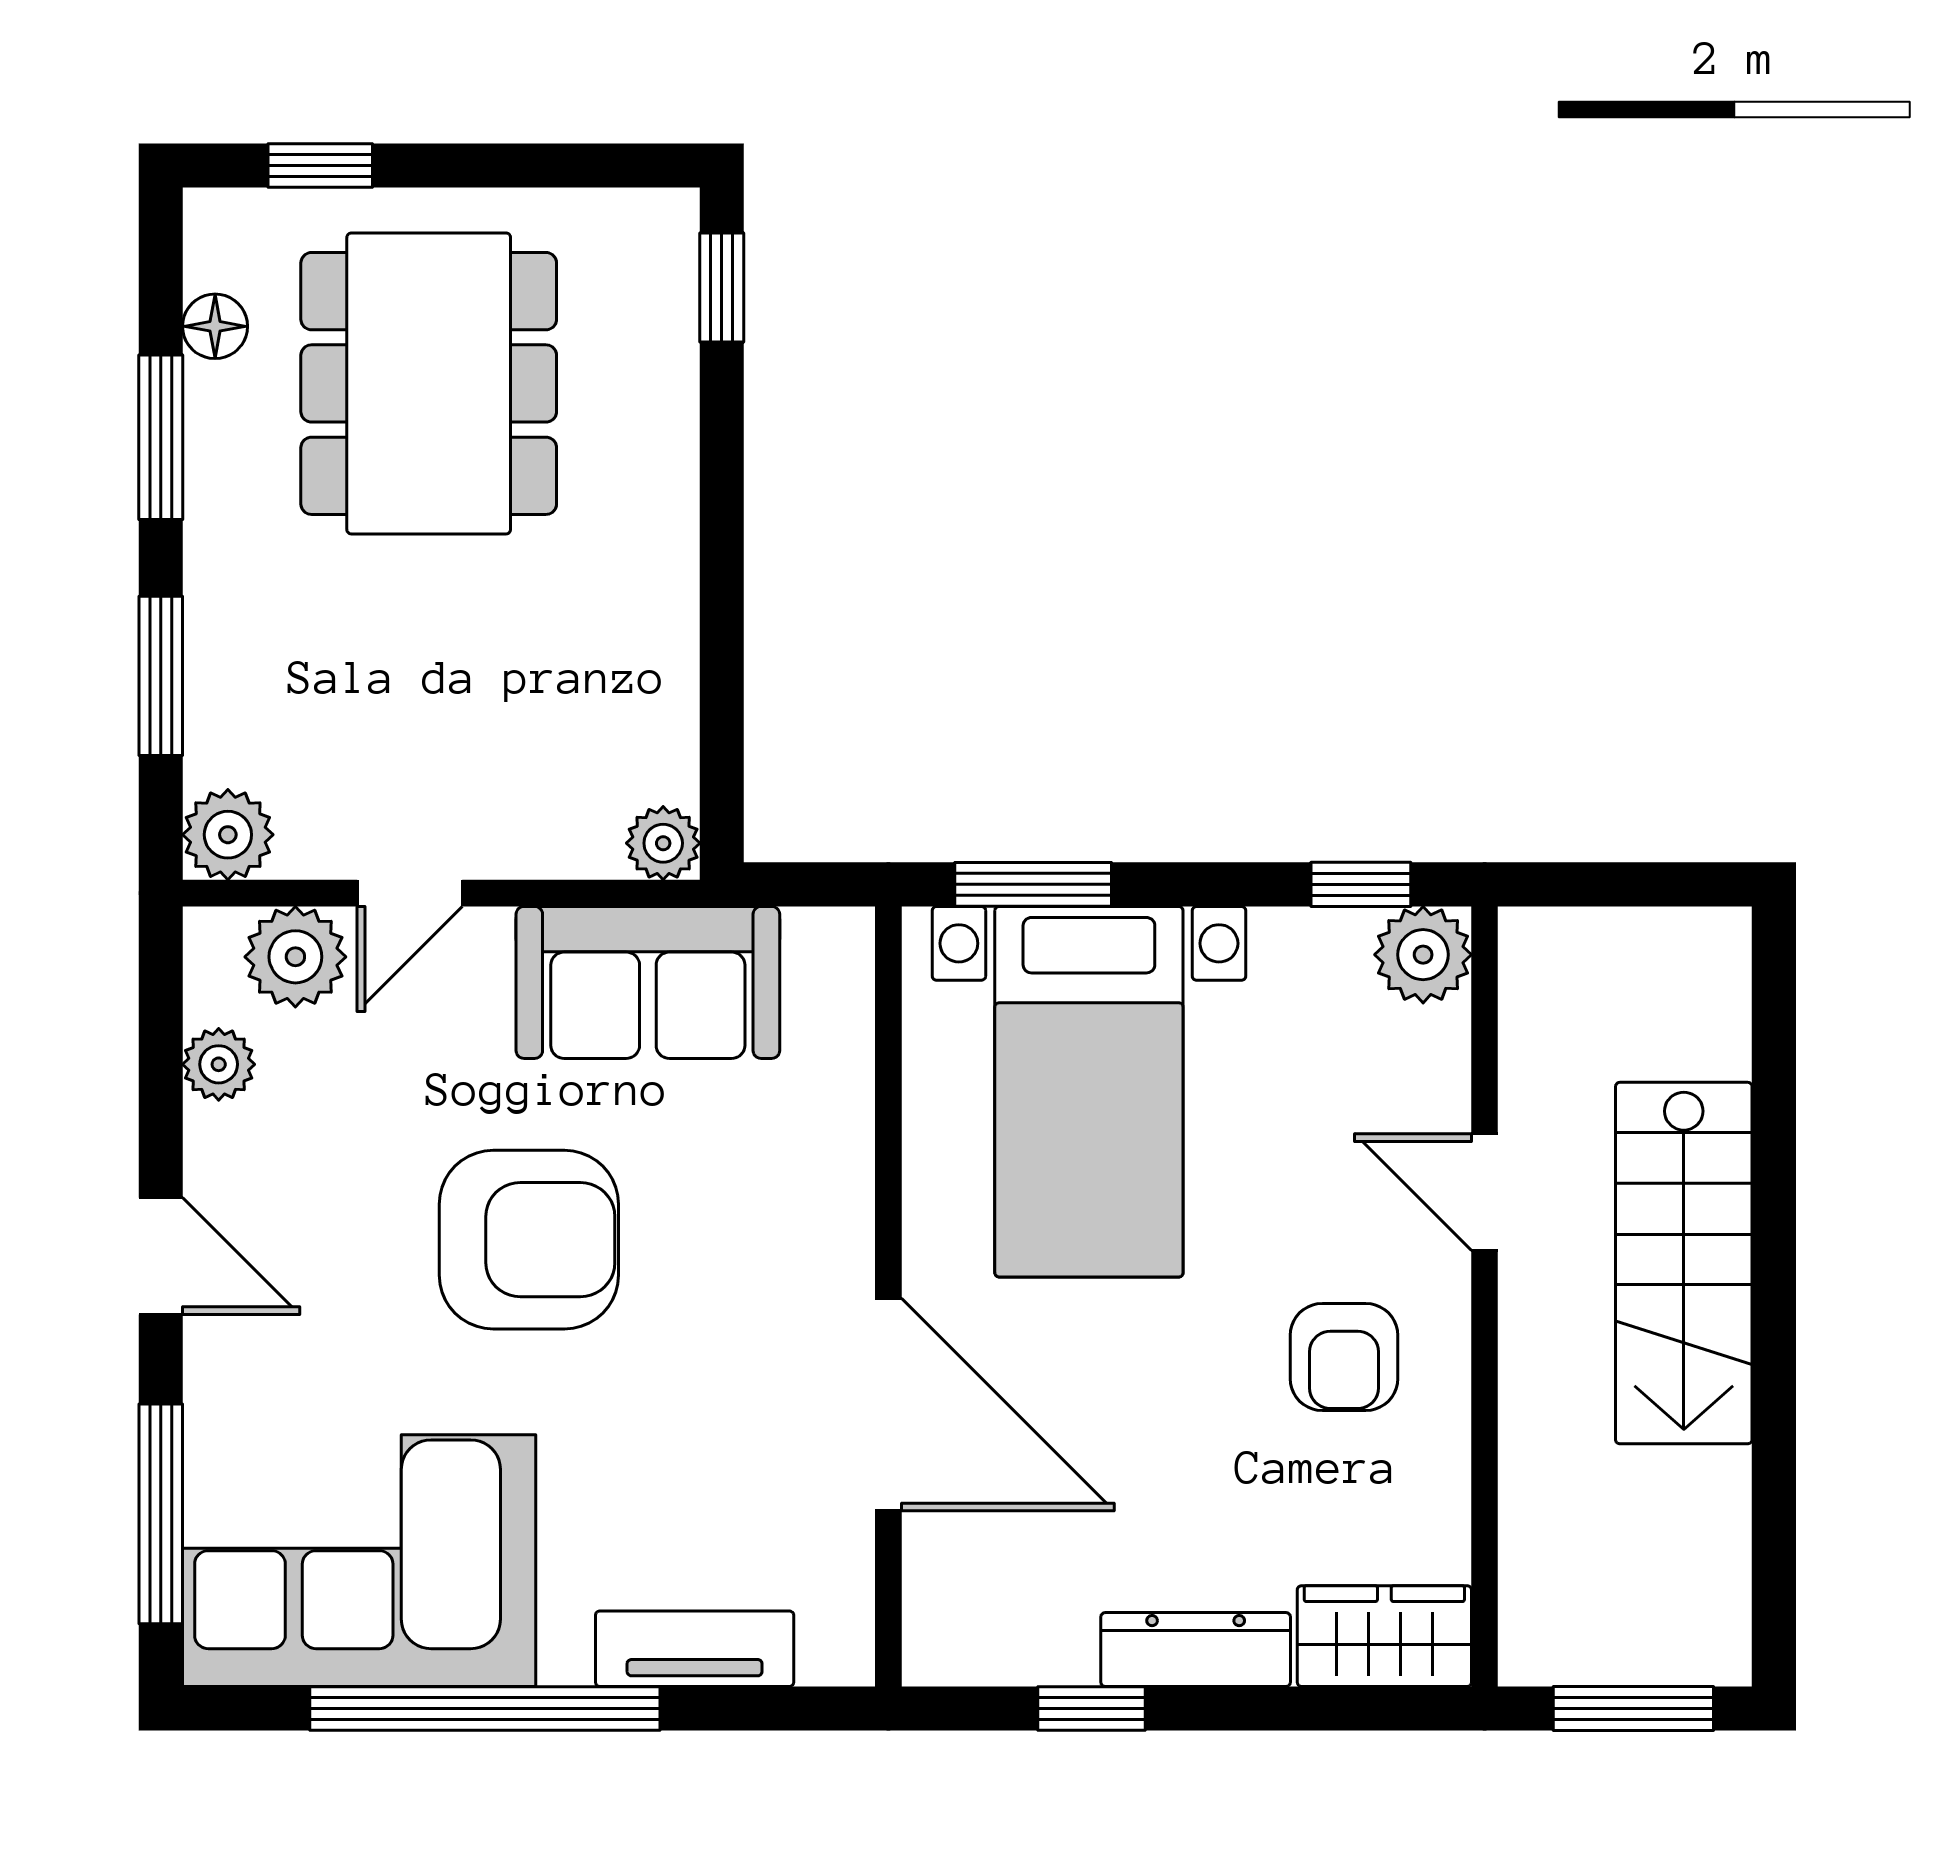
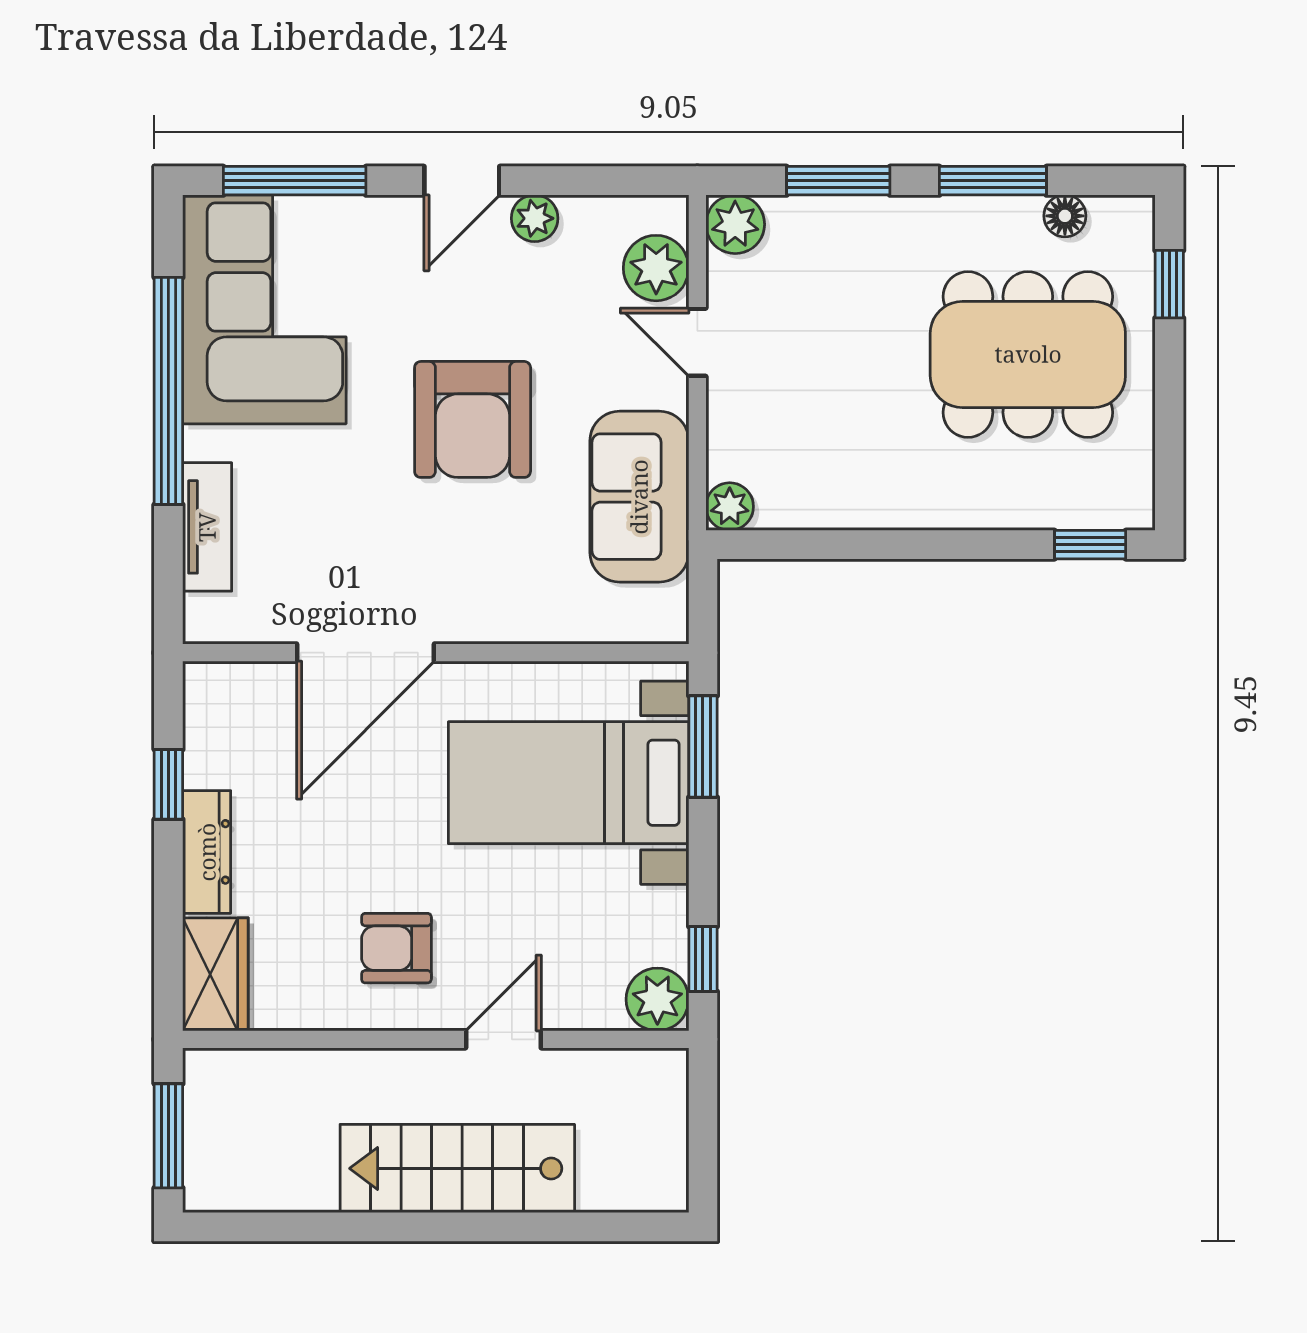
plant: (219, 1064) -> (535, 218), moved

